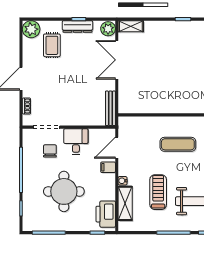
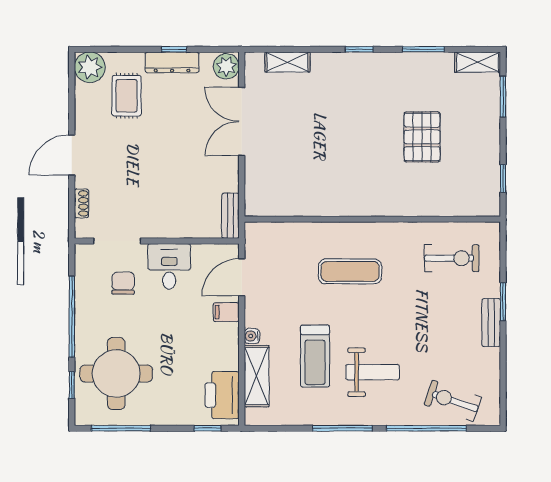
shelving: (131, 26) -> (287, 62), moved
bench: (110, 108) -> (230, 216), width x0.73
round table: (64, 191) -> (116, 373), moved
treadmill: (158, 192) -> (315, 356), turned 180

